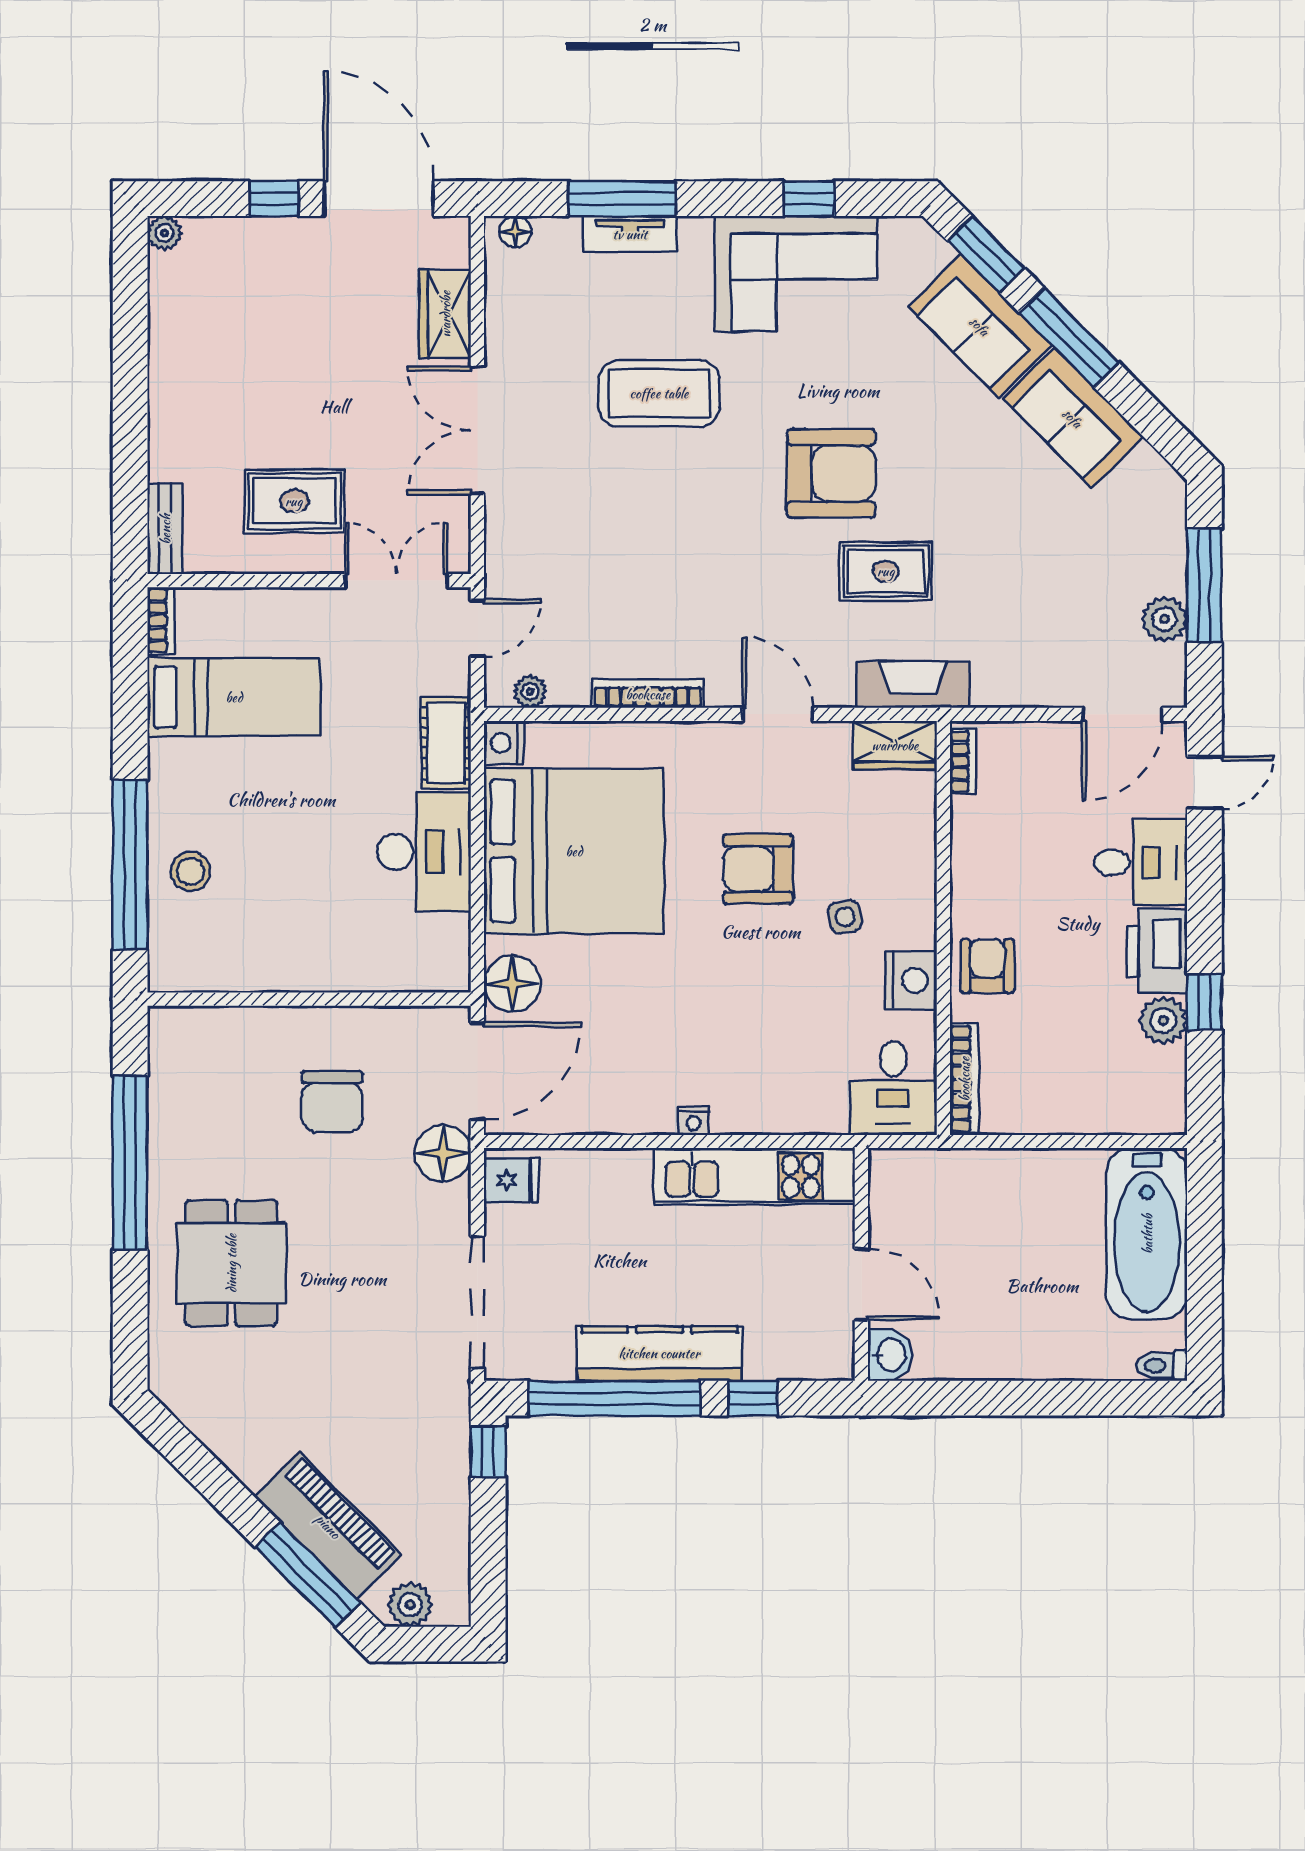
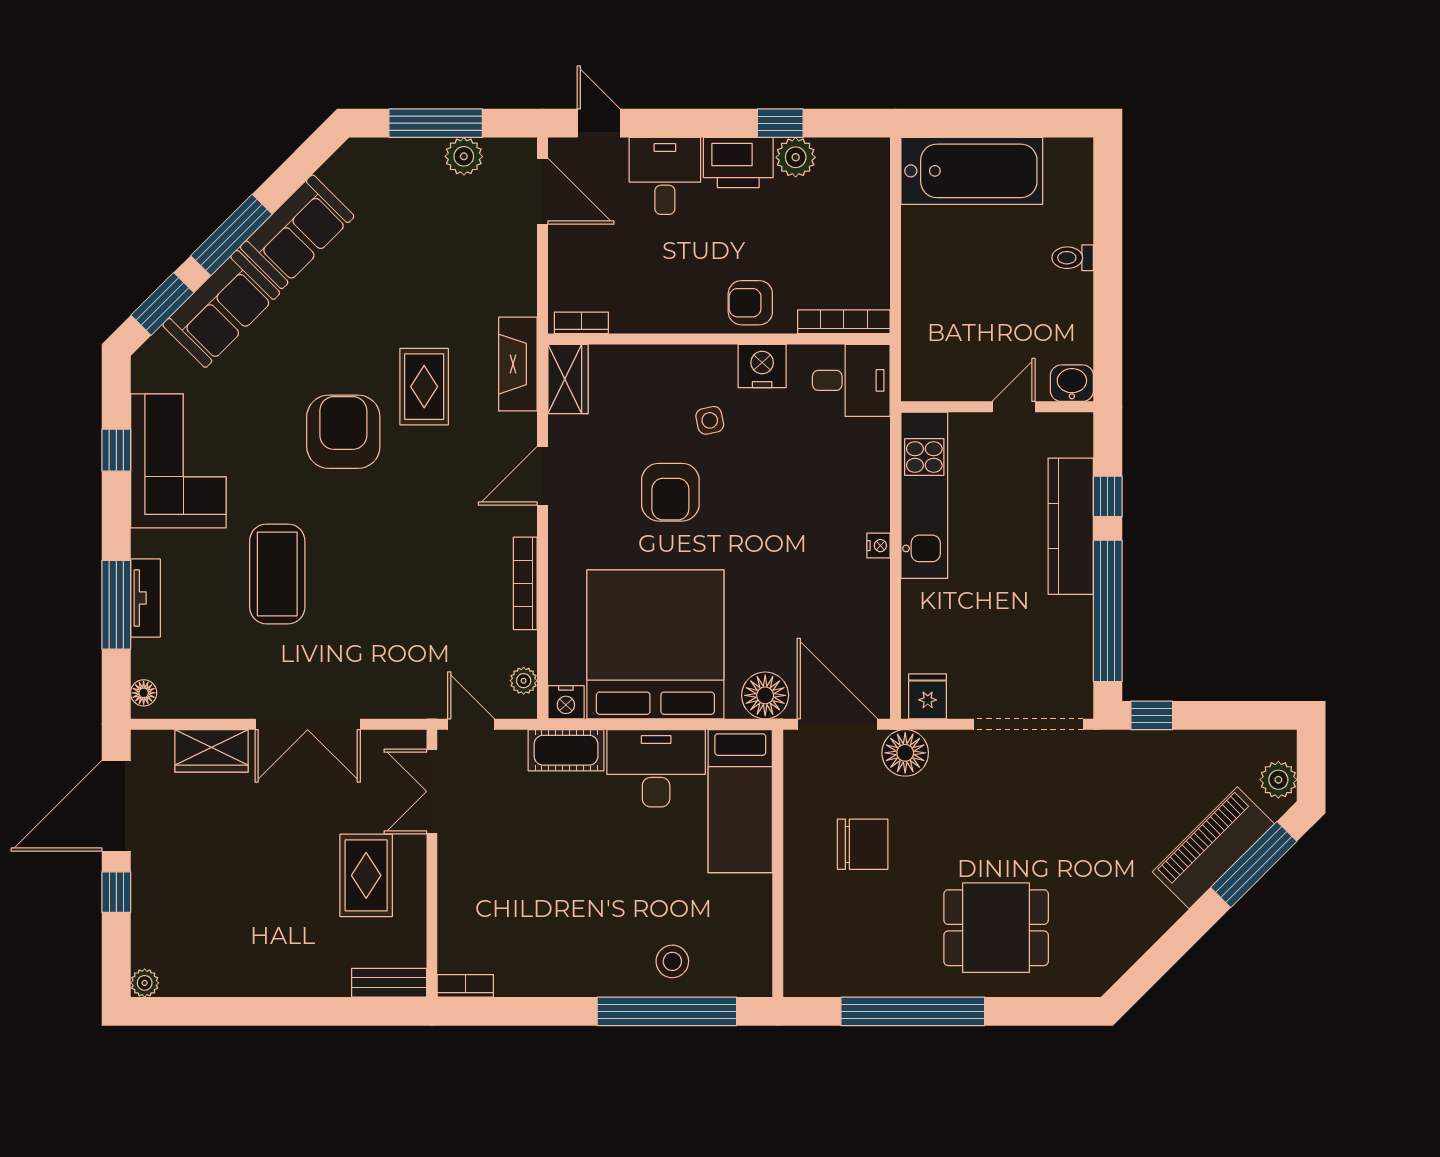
bed: (234, 697) -> (740, 801), moved, turned 180
door: (861, 1284) -> (1014, 407), width x0.73
kitchen counter: (659, 1353) -> (1071, 526), moved
toilet: (1162, 1365) -> (1073, 258), moved, turned 90

